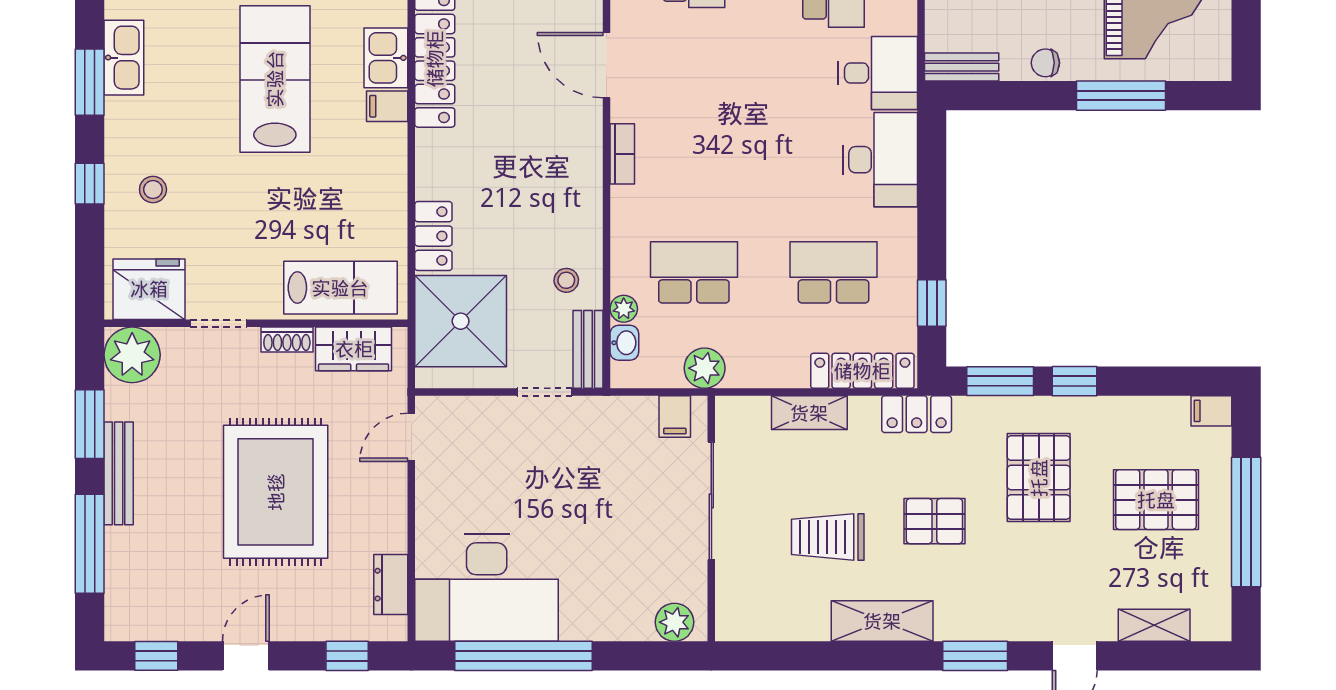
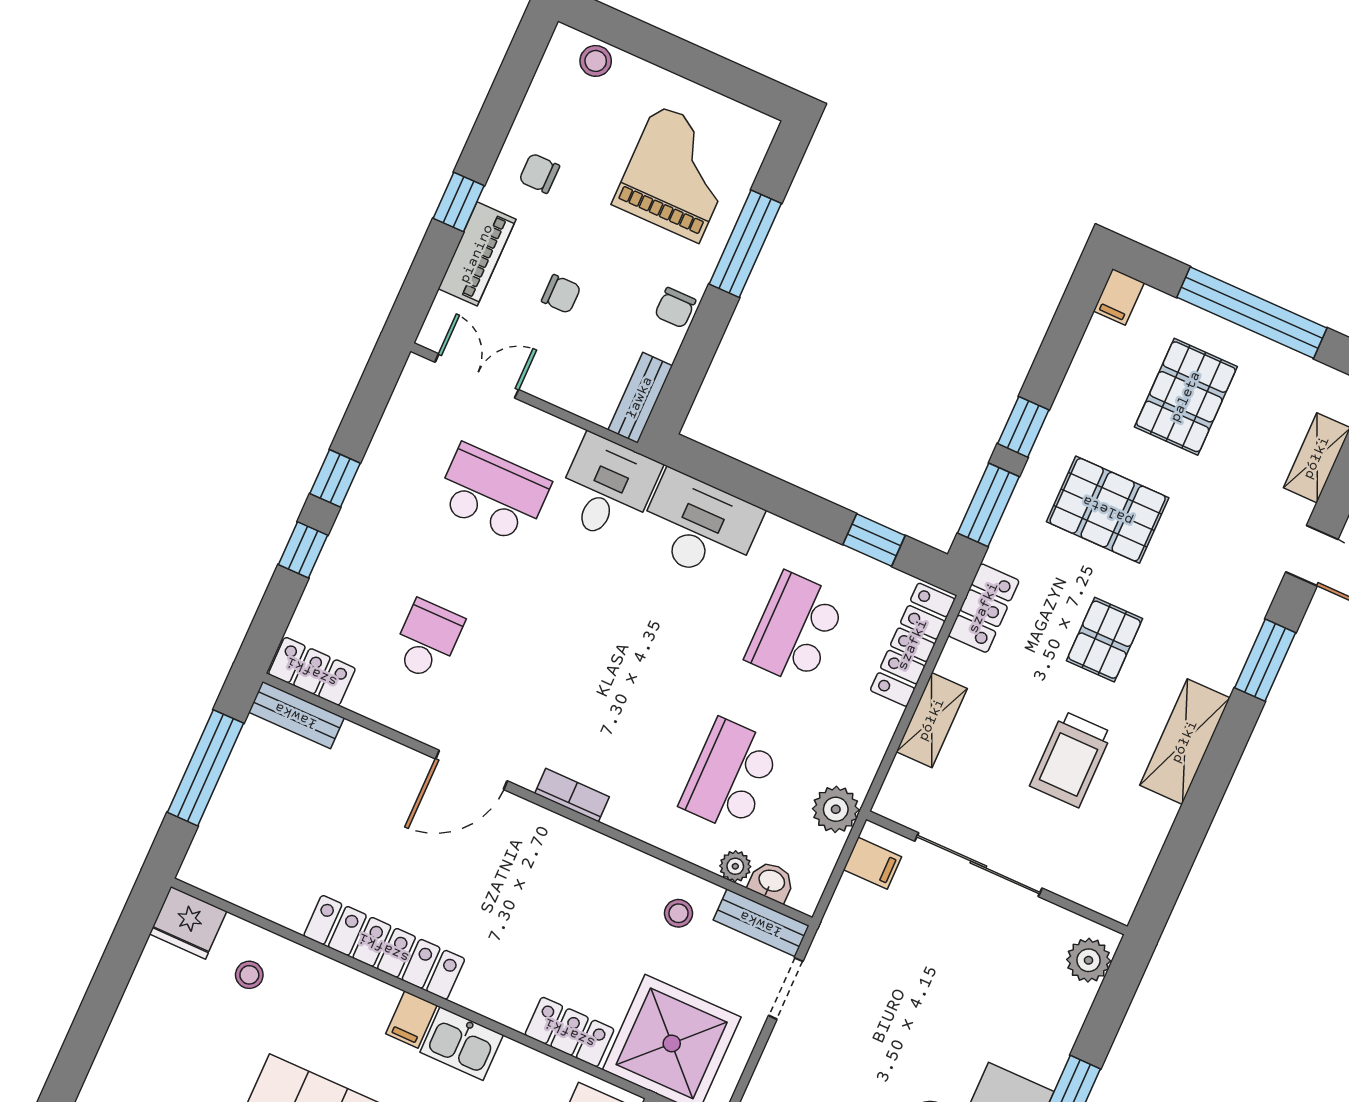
kitchen sink: (386, 58) -> (462, 1044), moved

